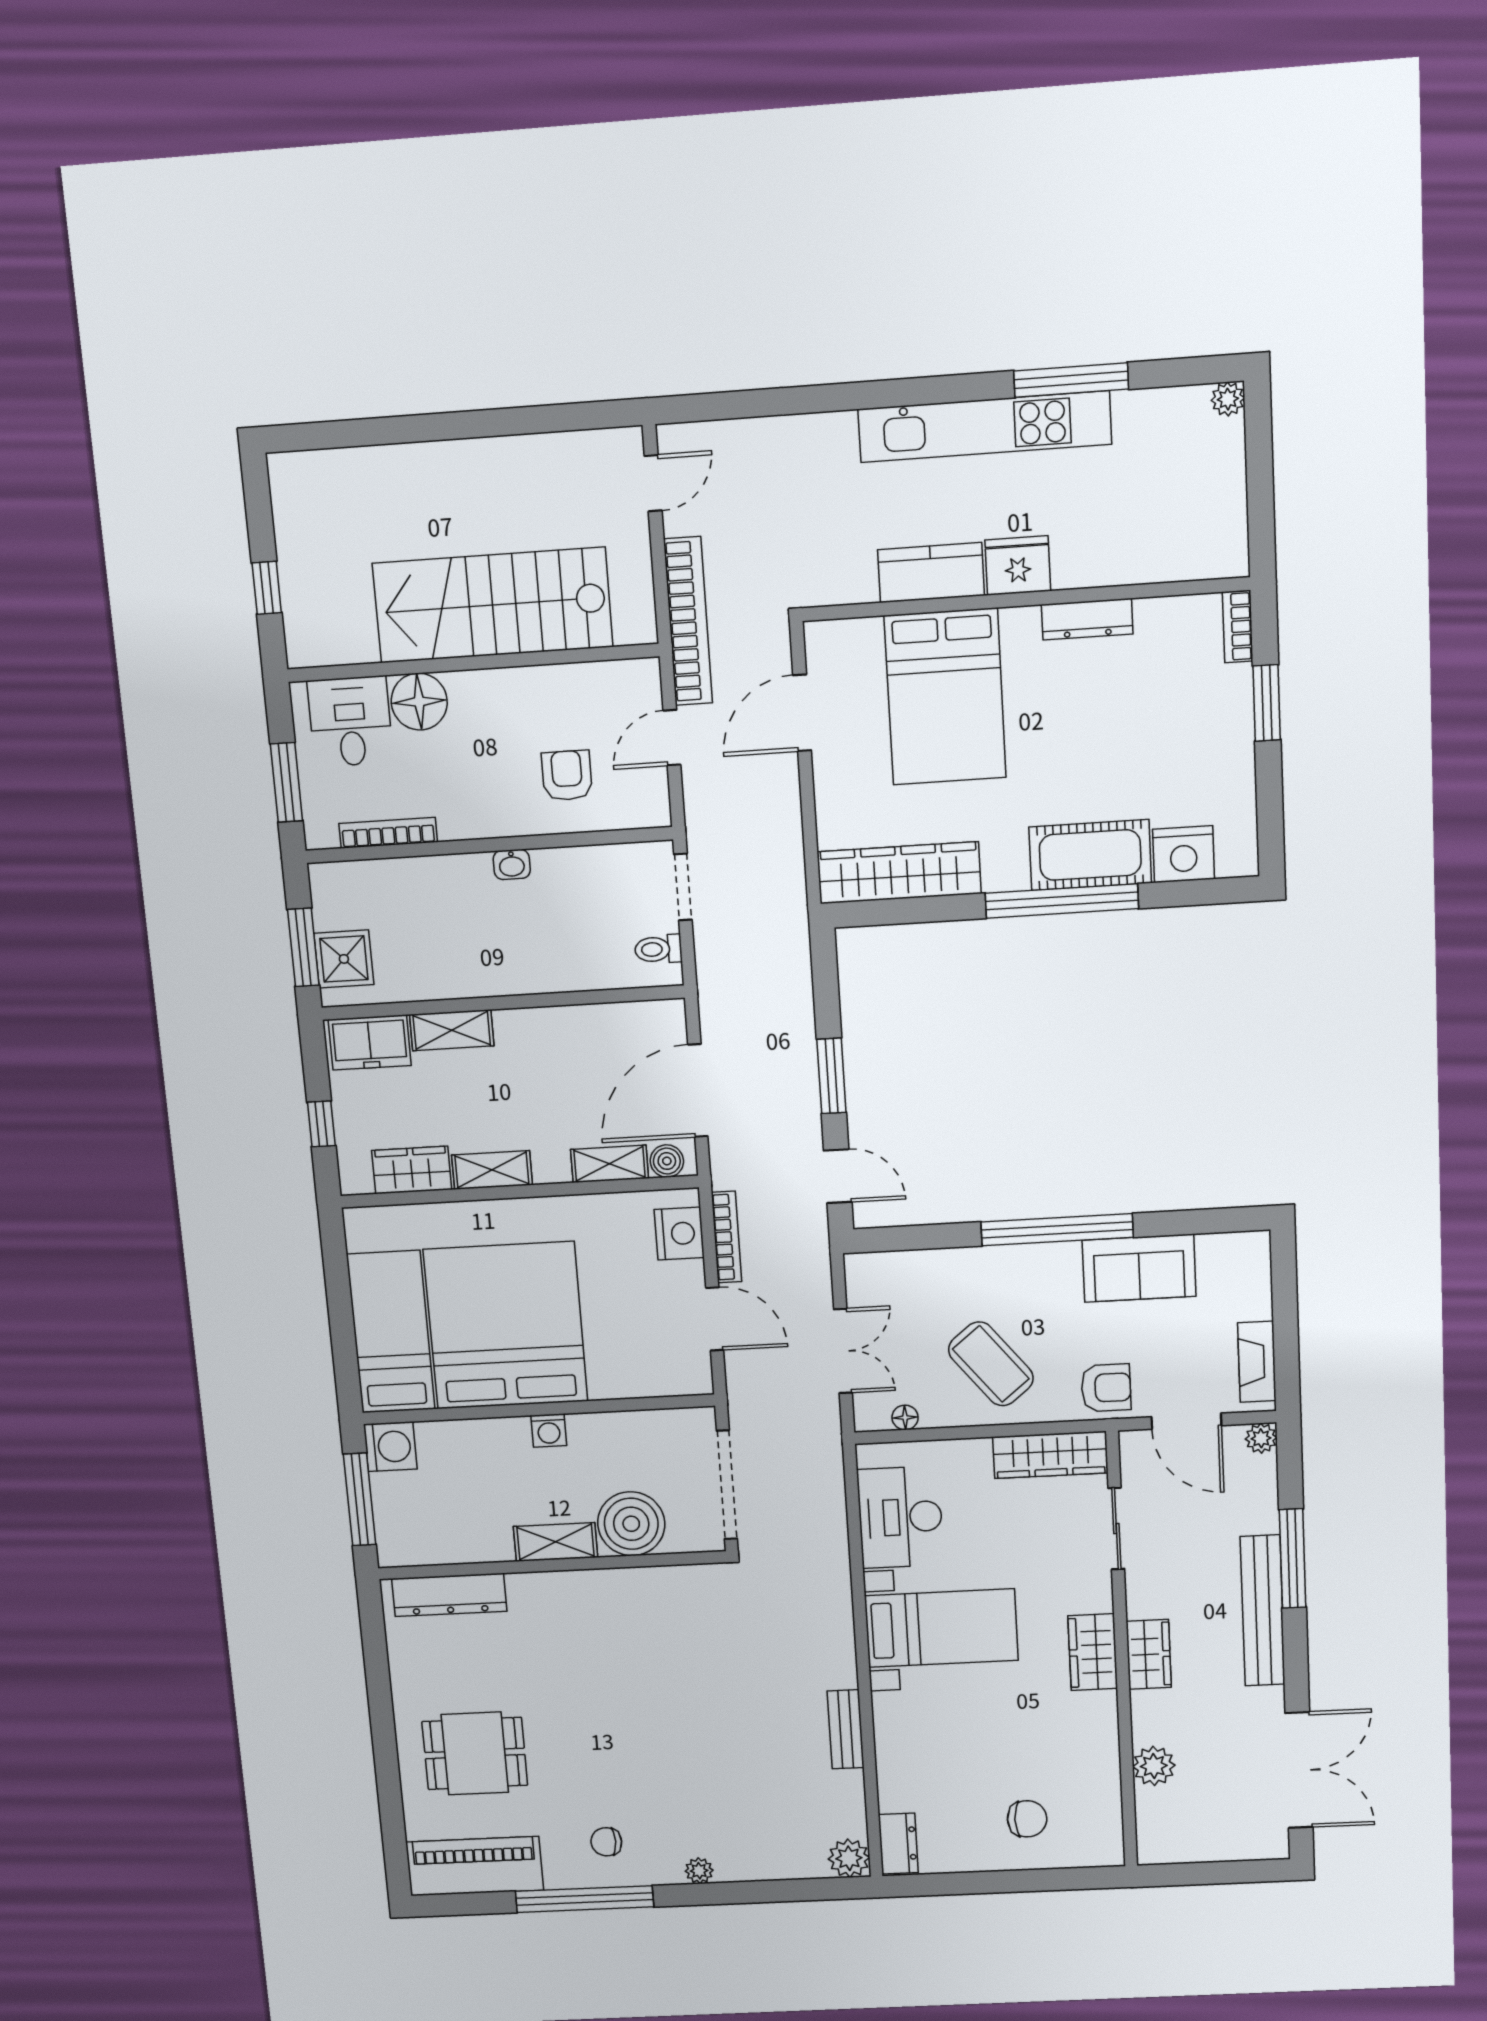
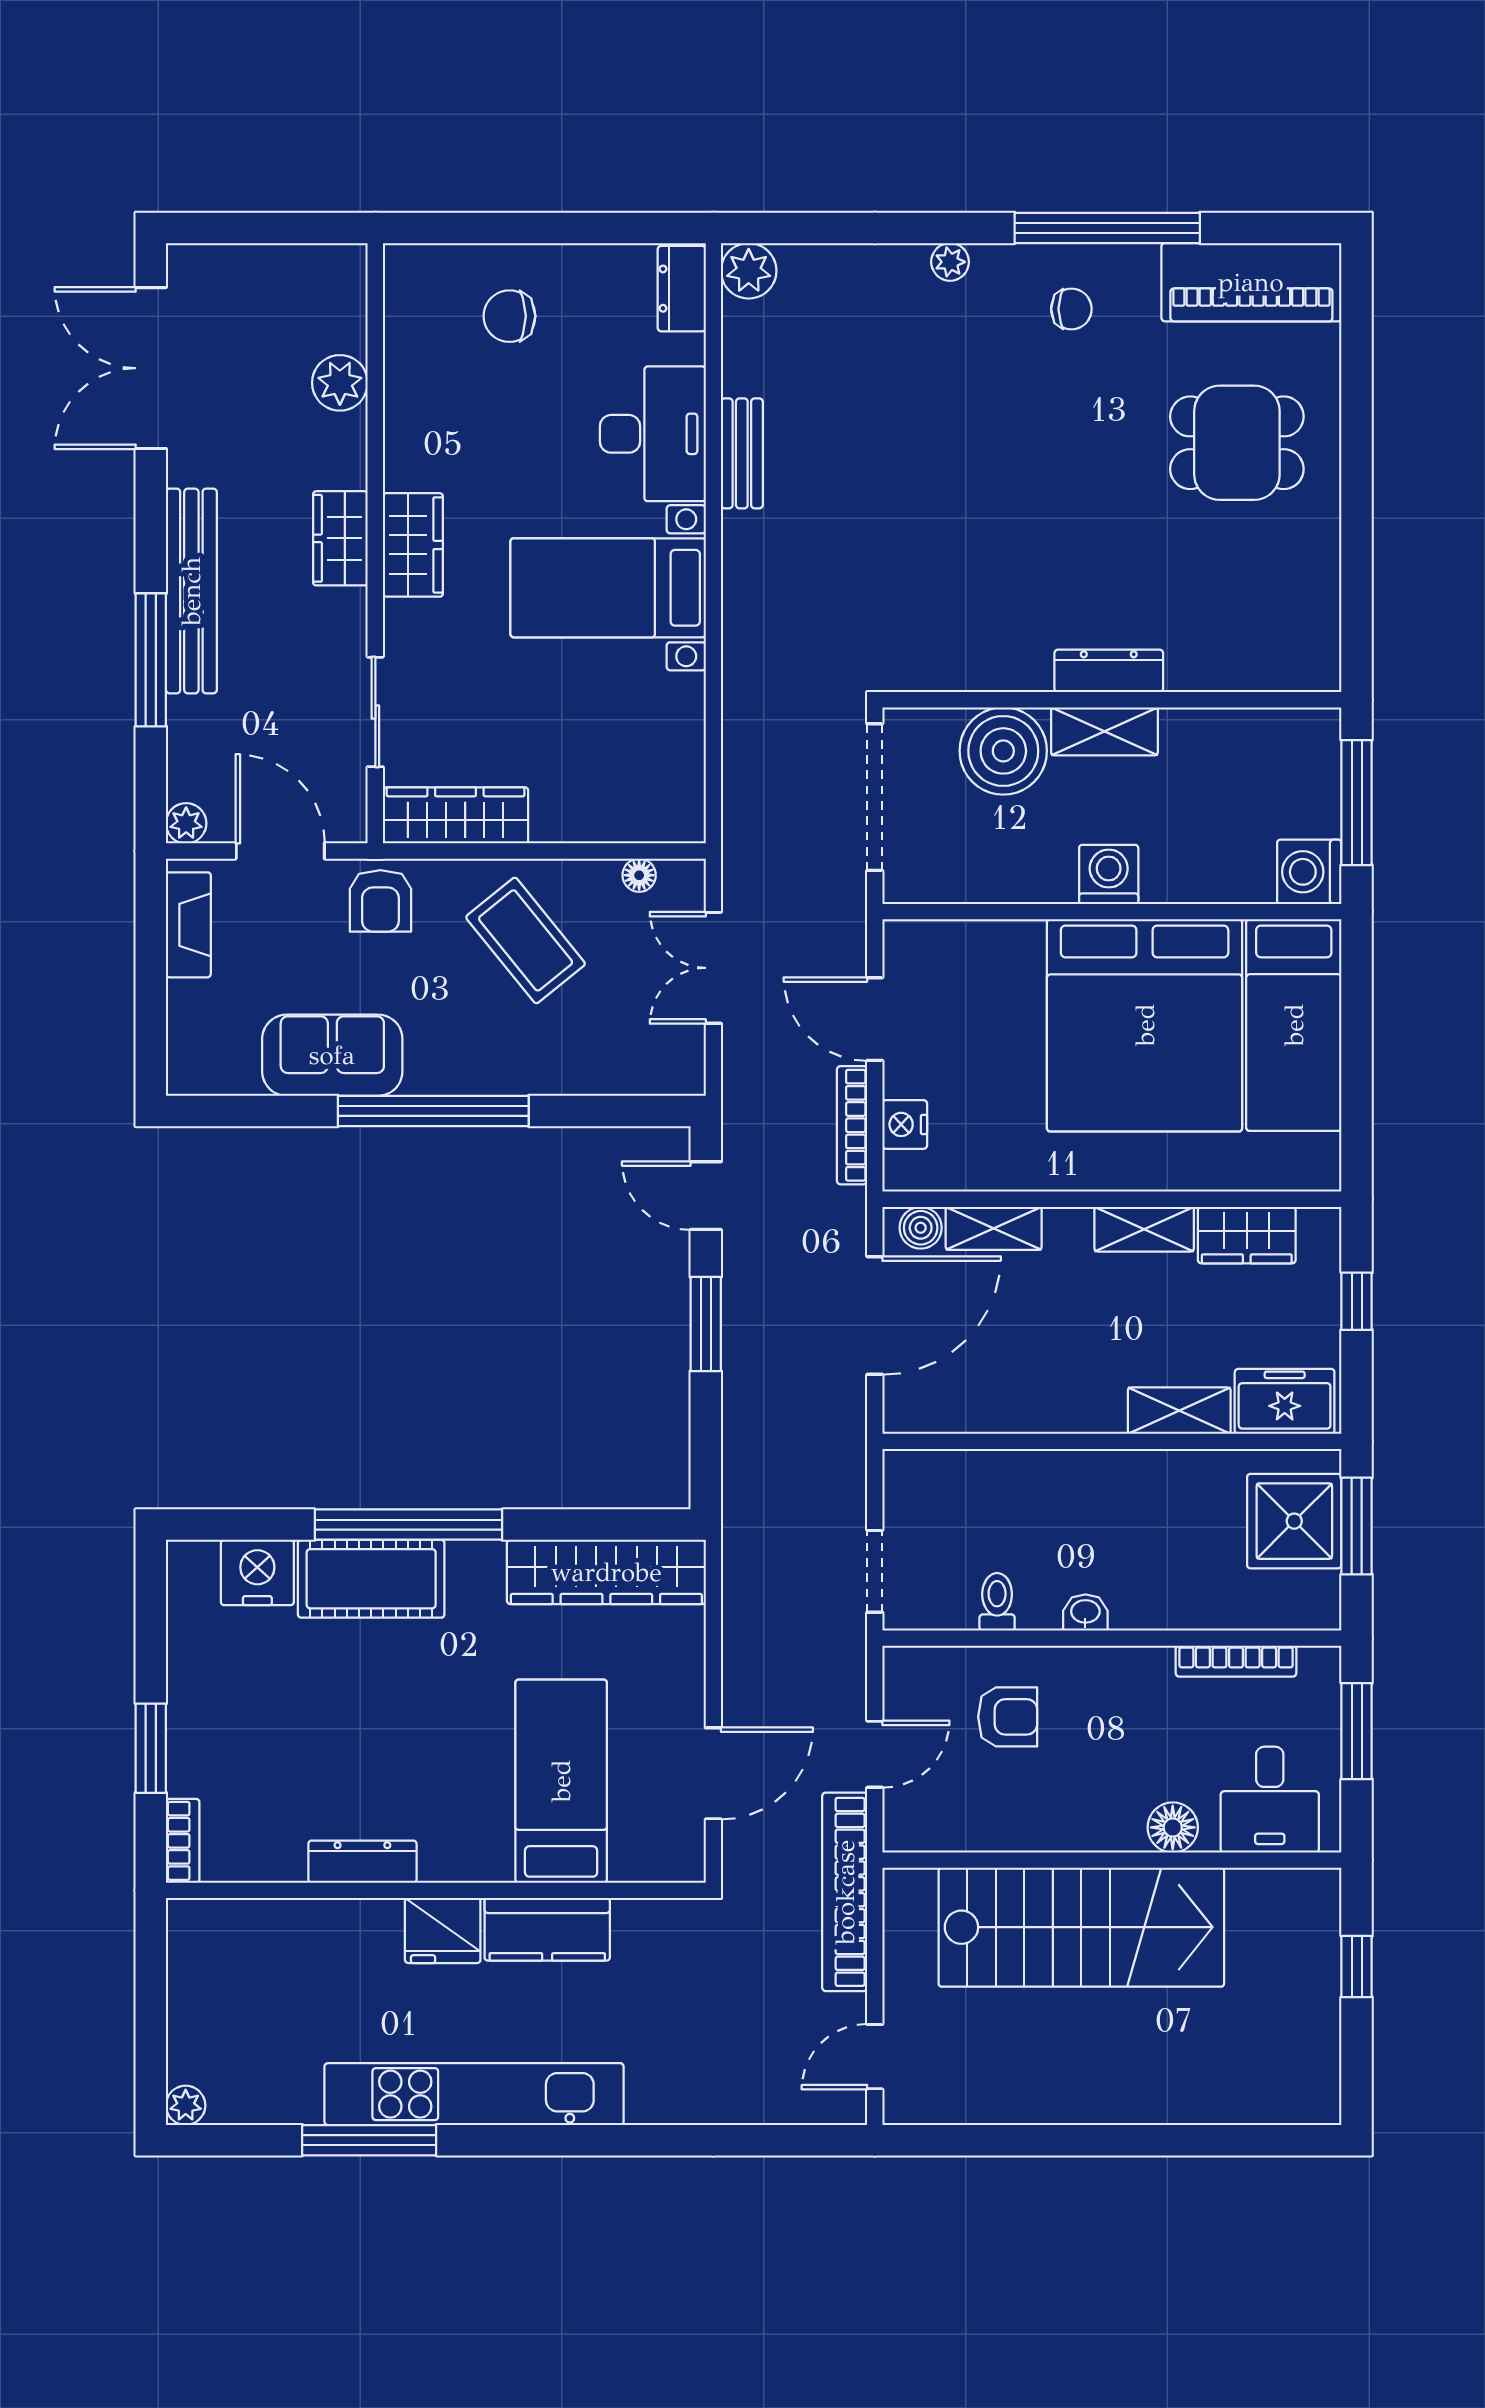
bed: (945, 697) -> (561, 1781), width x0.67
floor lamp: (419, 702) -> (1173, 1827), width x0.73, depth x0.73
armchair: (567, 775) -> (1008, 1717), turned -90
toilet: (658, 949) -> (997, 1602), moved, turned -90
shower: (344, 959) -> (1294, 1521), width x1.36, depth x1.36
nightstand: (679, 1234) -> (905, 1124), width x0.74, depth x0.75
armchair: (1106, 1388) -> (380, 901), turned -90
washing machine: (549, 1430) -> (1109, 874), width x1.38, depth x1.38
desk: (900, 1517) -> (653, 434), moved
dresser: (449, 1595) -> (1109, 671), moved, width x0.73, depth x0.80

